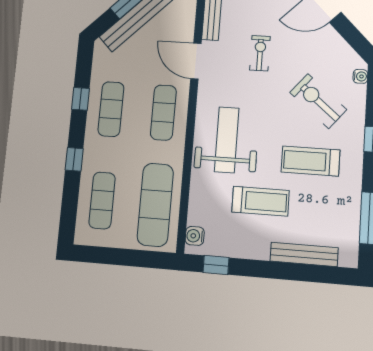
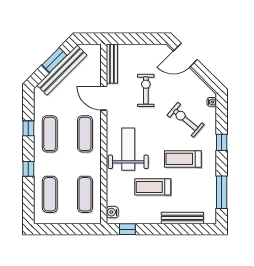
exercise bike: (260, 53) -> (146, 90), width x1.38, depth x1.39
treadmill: (260, 201) -> (153, 187), turned 180
exercise mat: (155, 205) -> (85, 194), width x0.73, depth x0.69

